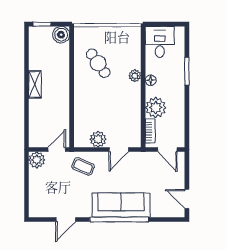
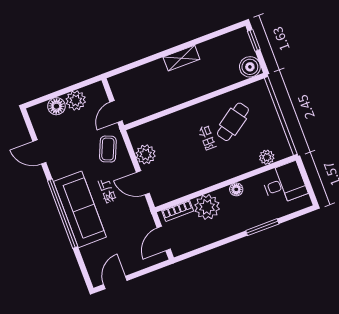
plant: (135, 76) -> (267, 157), moved
door: (57, 150) -> (116, 111), swing flipped
plant: (37, 160) -> (76, 100), moved
floor lamp: (36, 193) -> (56, 106), added

